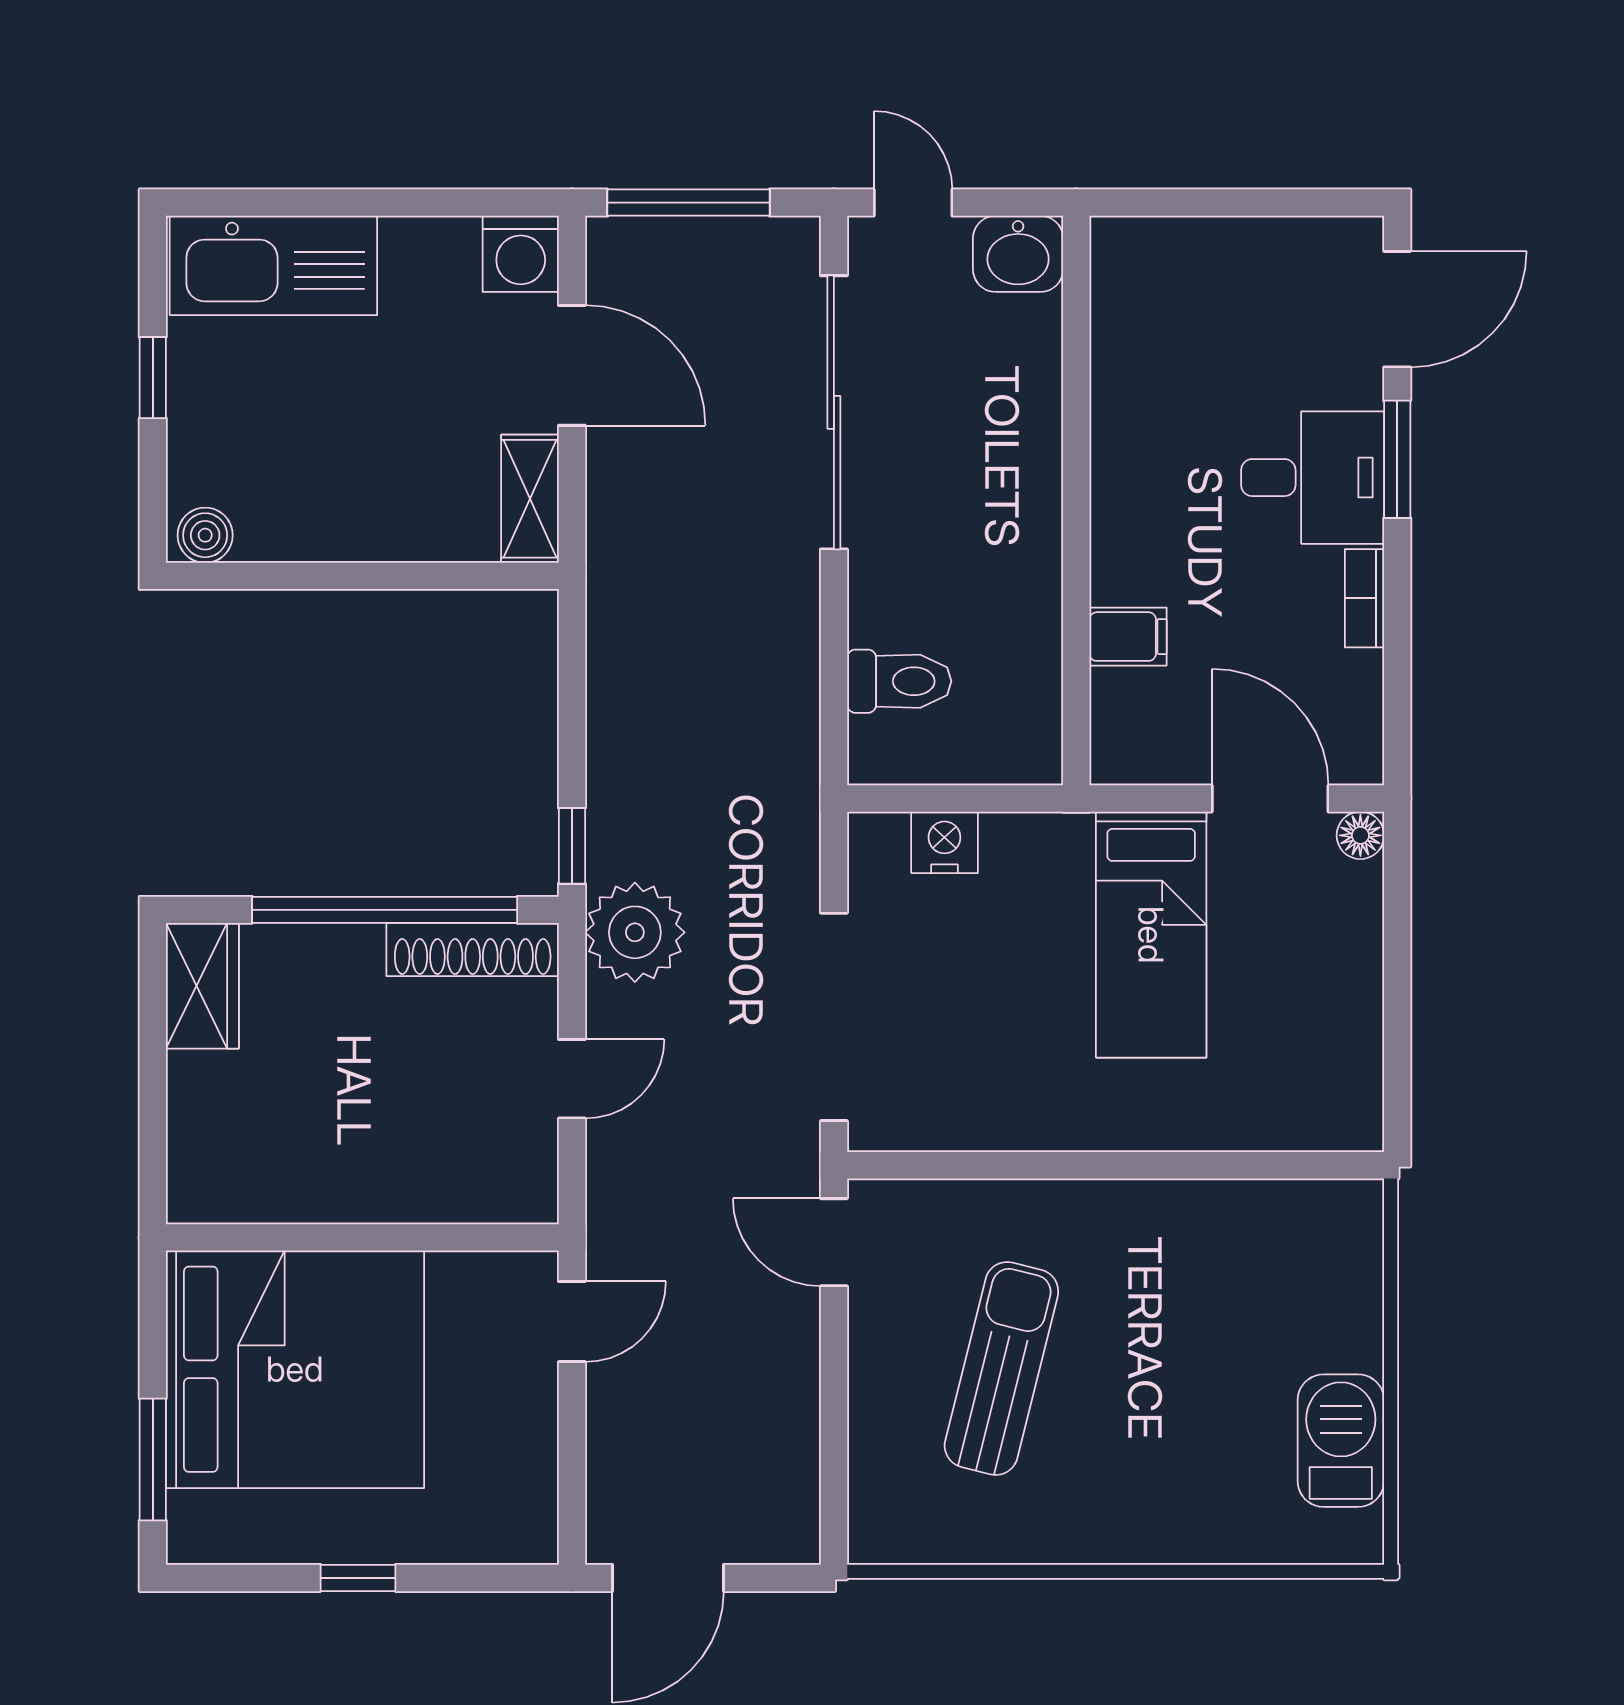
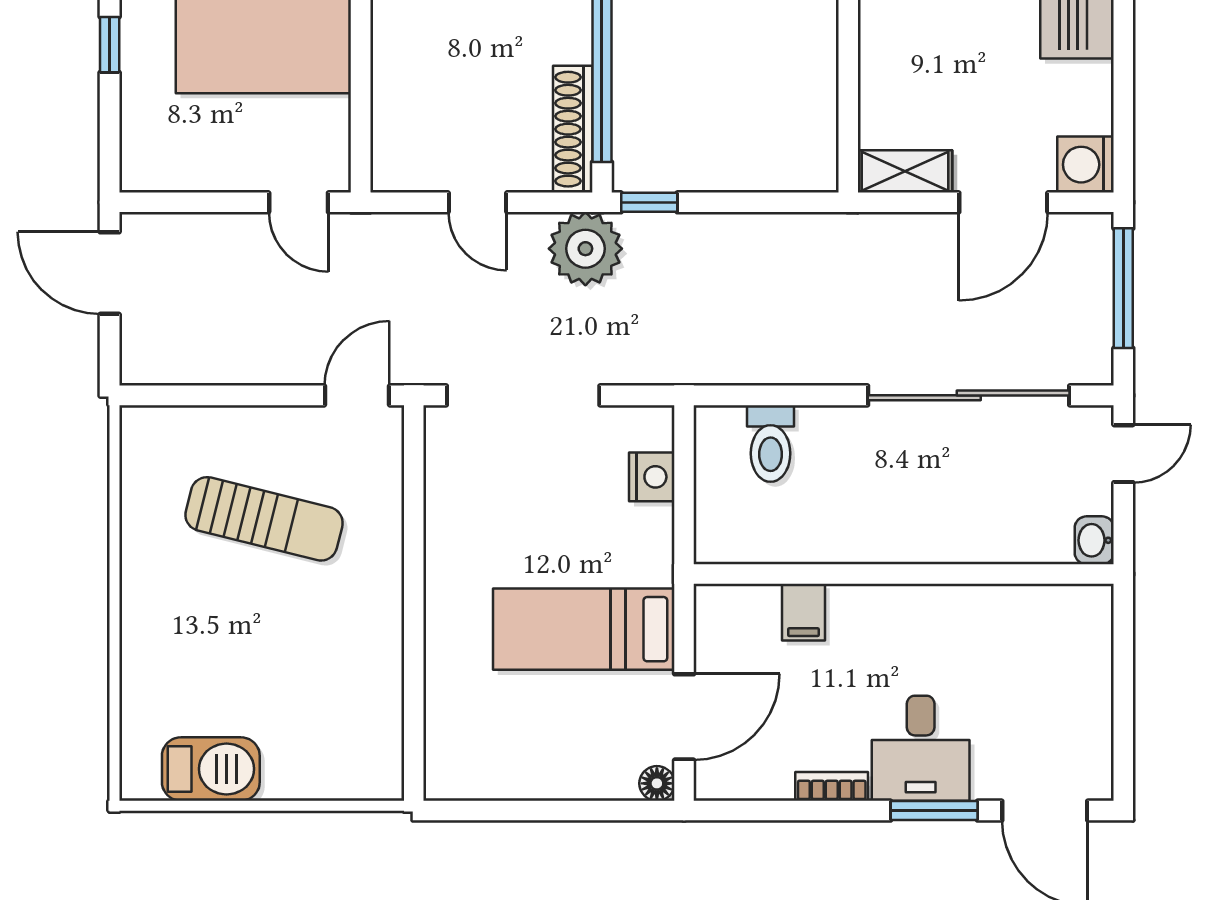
washbasin: (1018, 254) -> (1094, 540), width x0.72, depth x0.69

